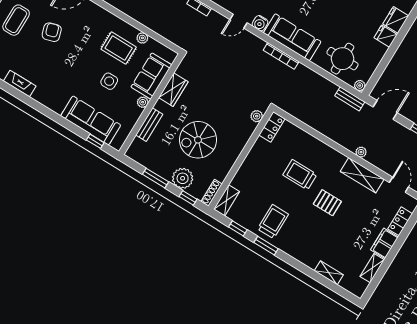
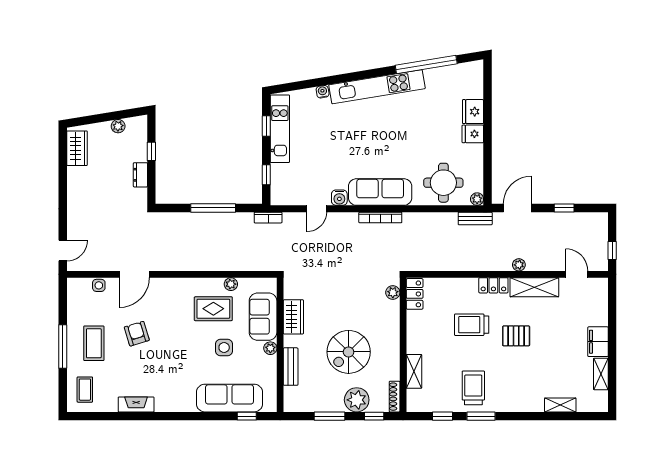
shelving: (227, 200) -> (414, 371), moved
locker: (400, 221) -> (493, 285), moved, turned -90

